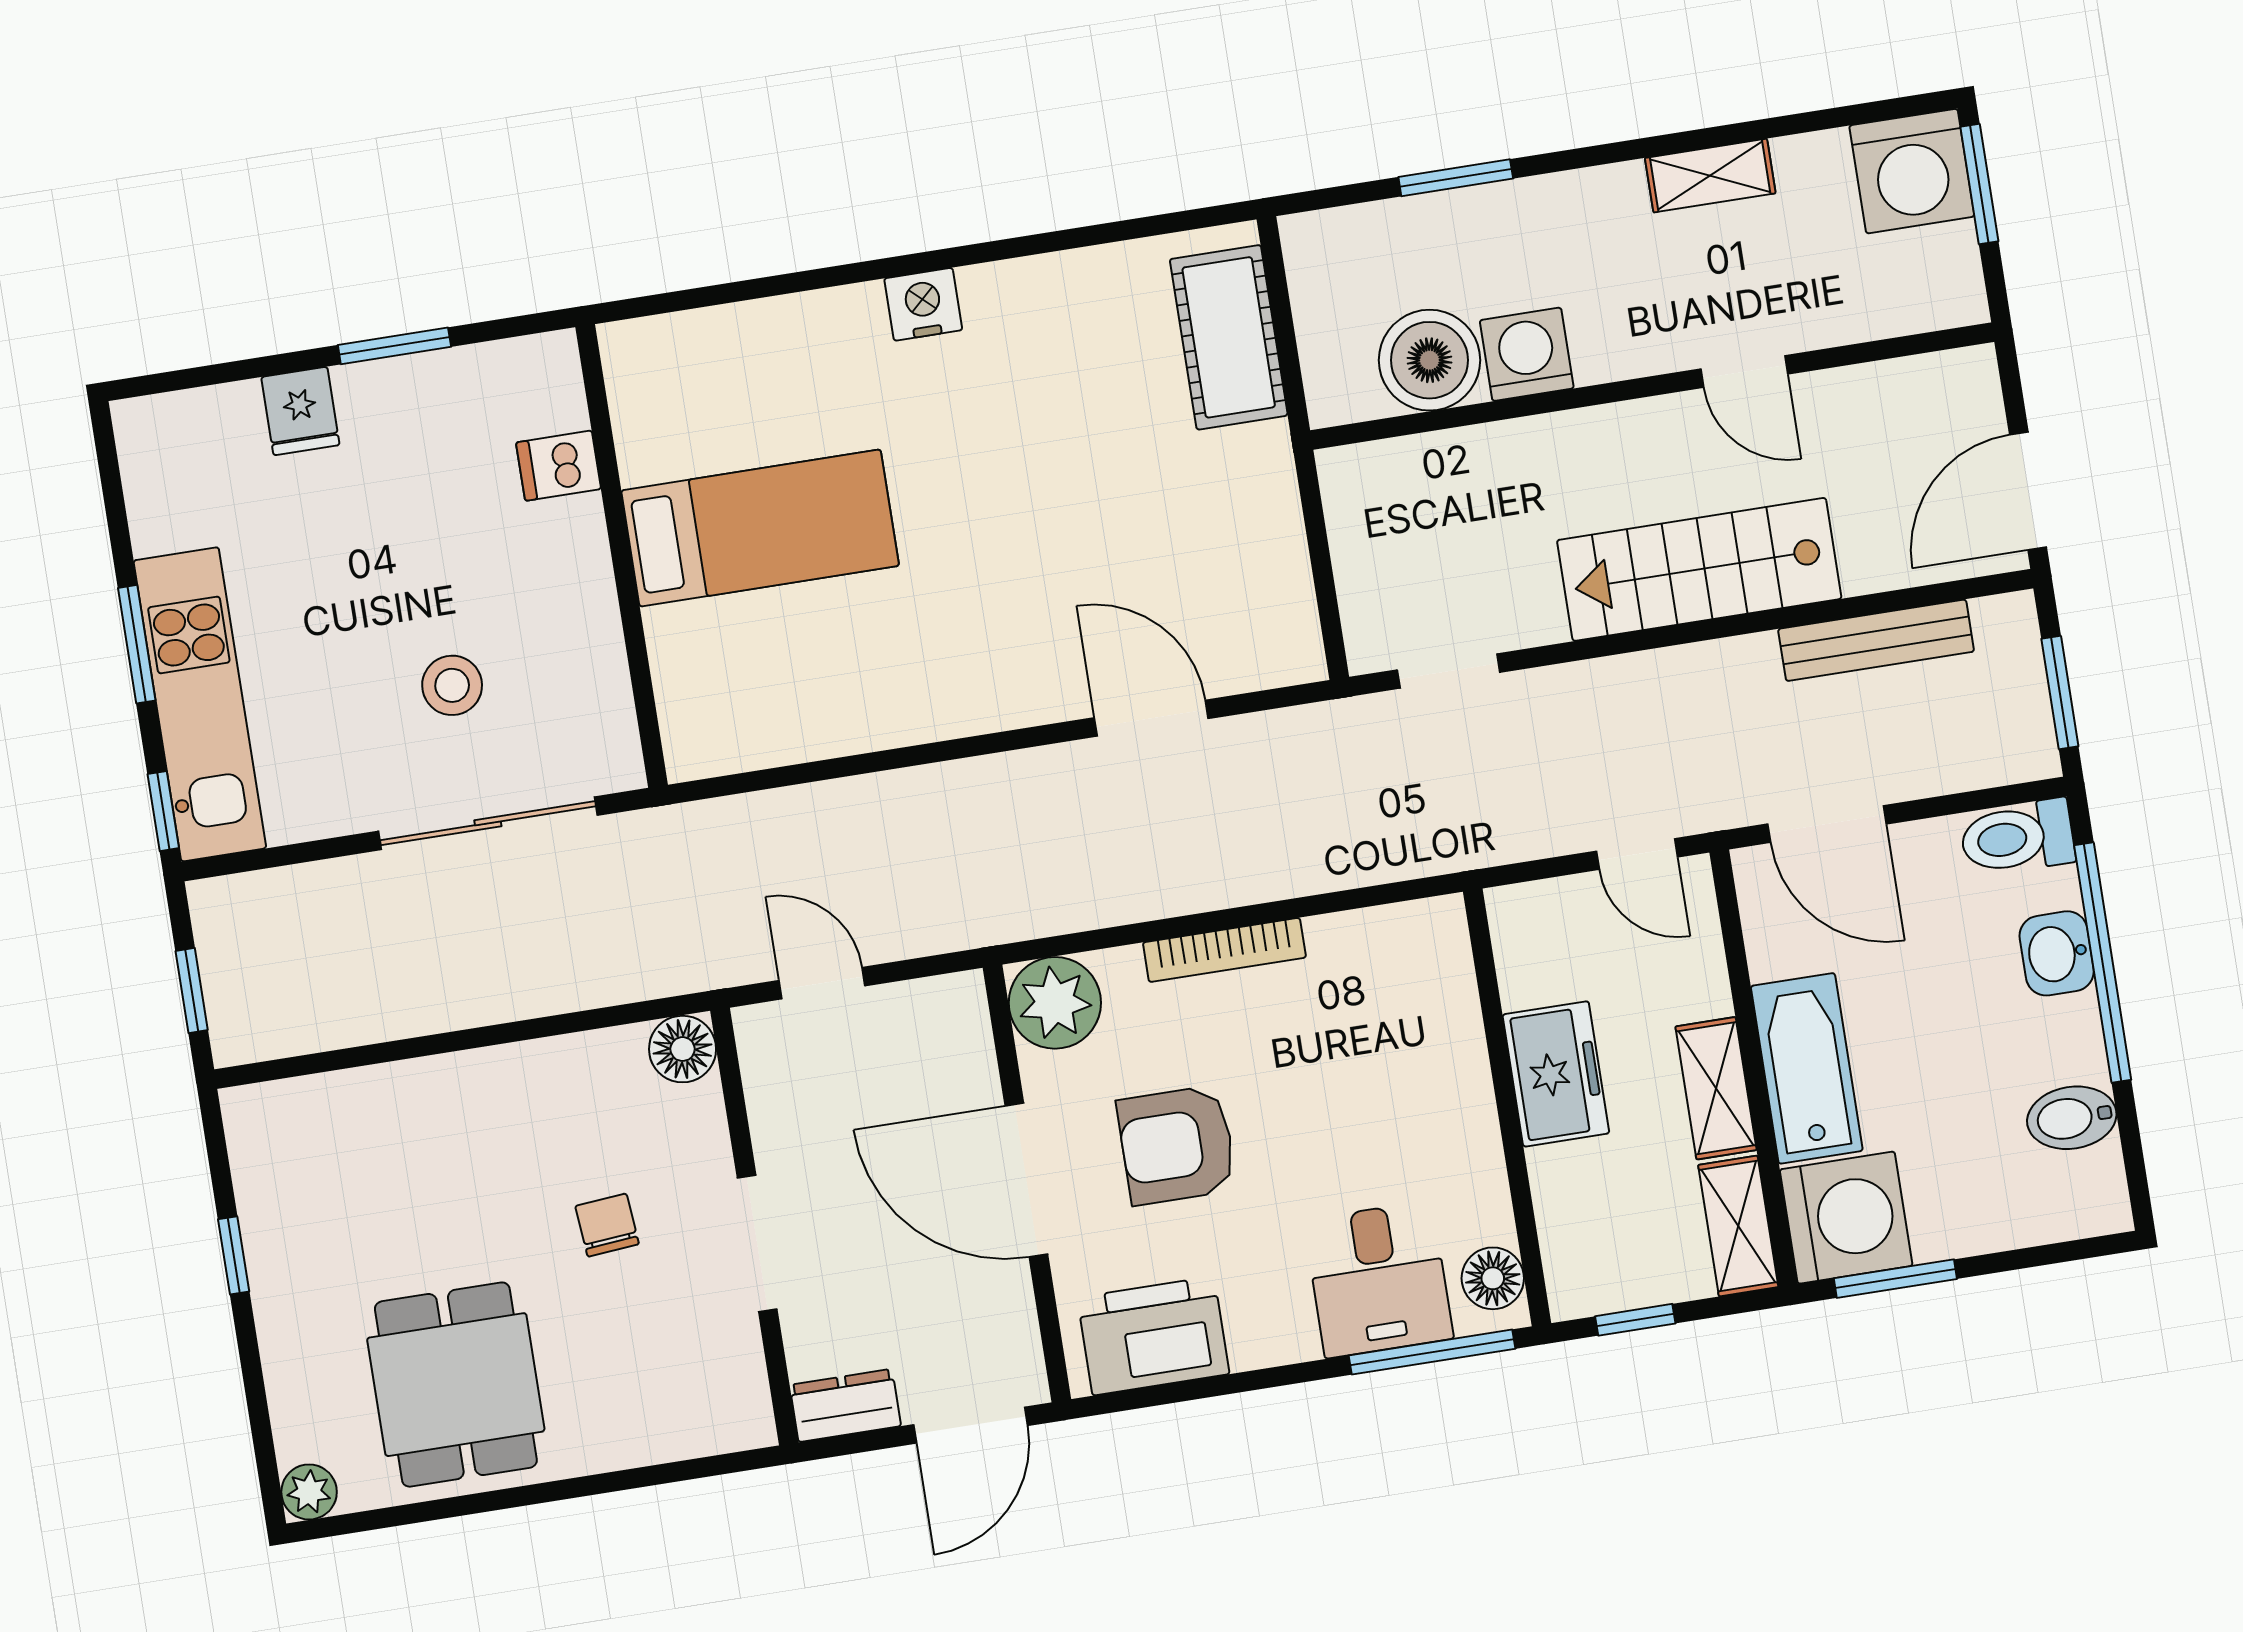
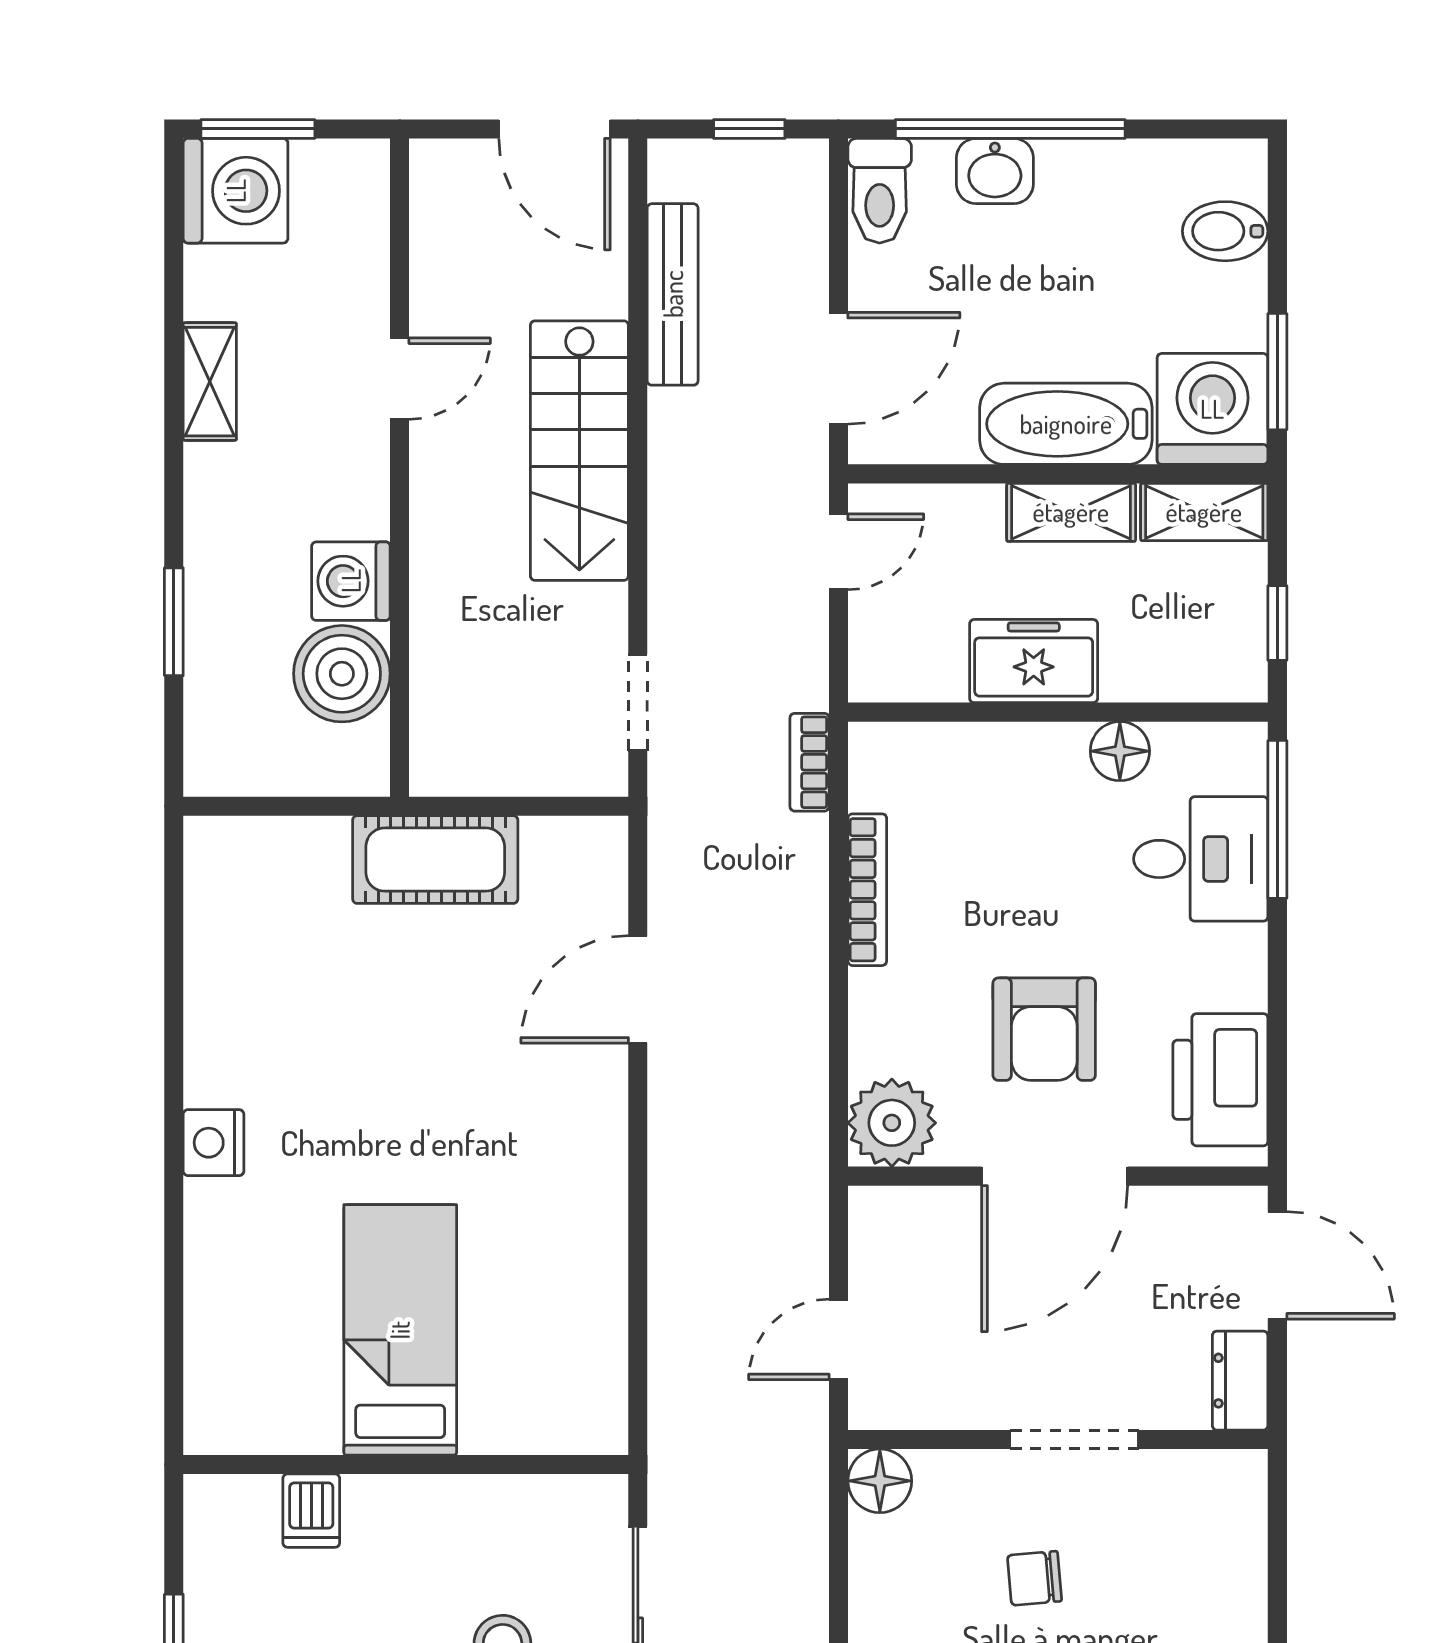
cot: (1229, 337) -> (435, 860), moved
window: (2060, 692) -> (749, 129), width x0.67
bookcase: (1415, 859) -> (809, 762), added
bookcase: (1224, 950) -> (867, 890), moved
bidet: (2072, 1118) -> (1225, 231), moved, turned 90
floor lamp: (1493, 1278) -> (1120, 751), moved

